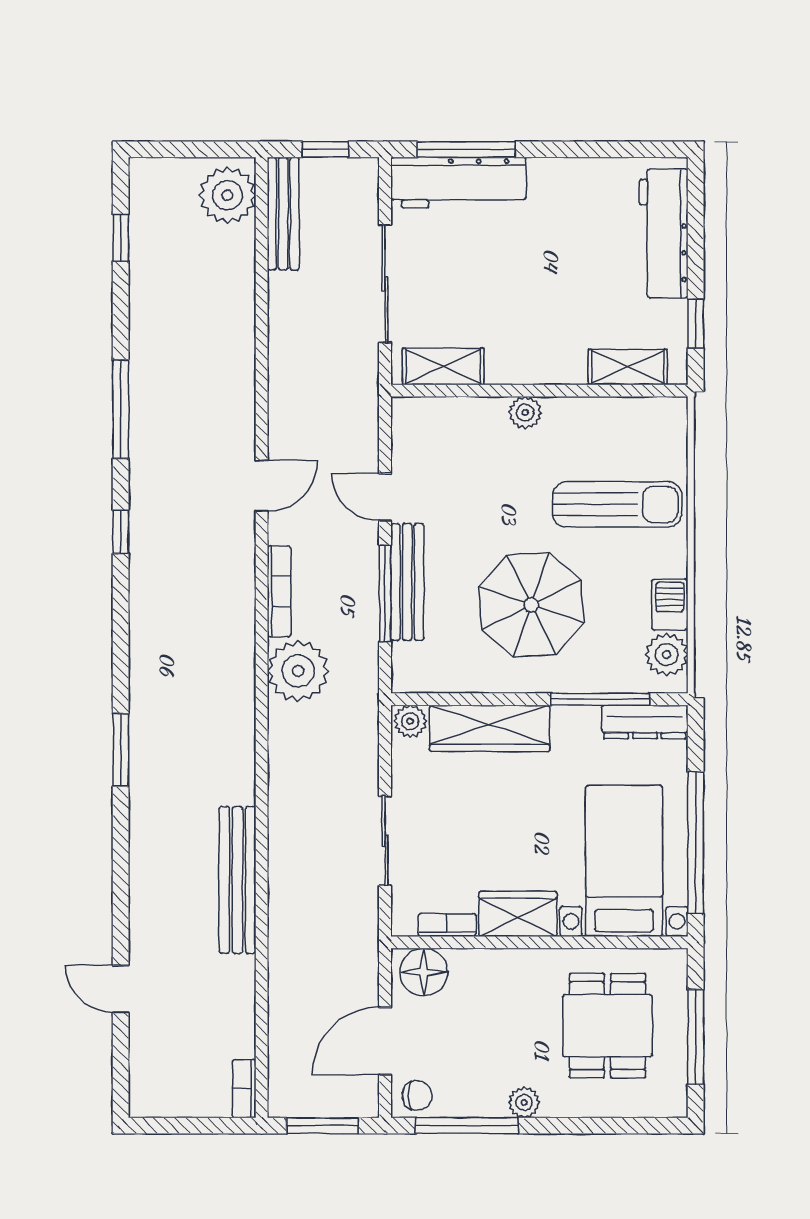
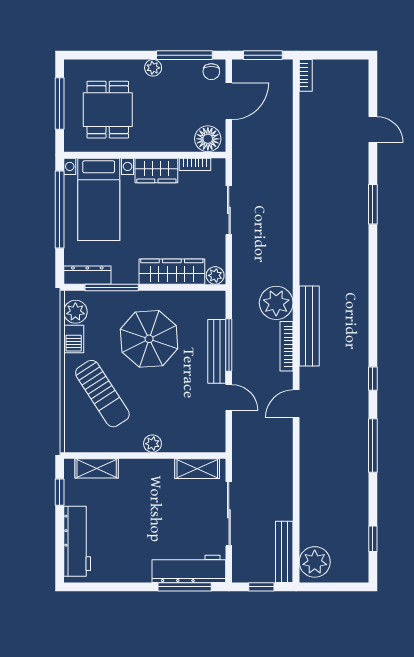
sun lounger: (617, 504) -> (102, 394), turned -123
window: (121, 750) -> (373, 204), moved
bench: (237, 880) -> (309, 326), moved
chair: (417, 1095) -> (211, 72), turned -90

